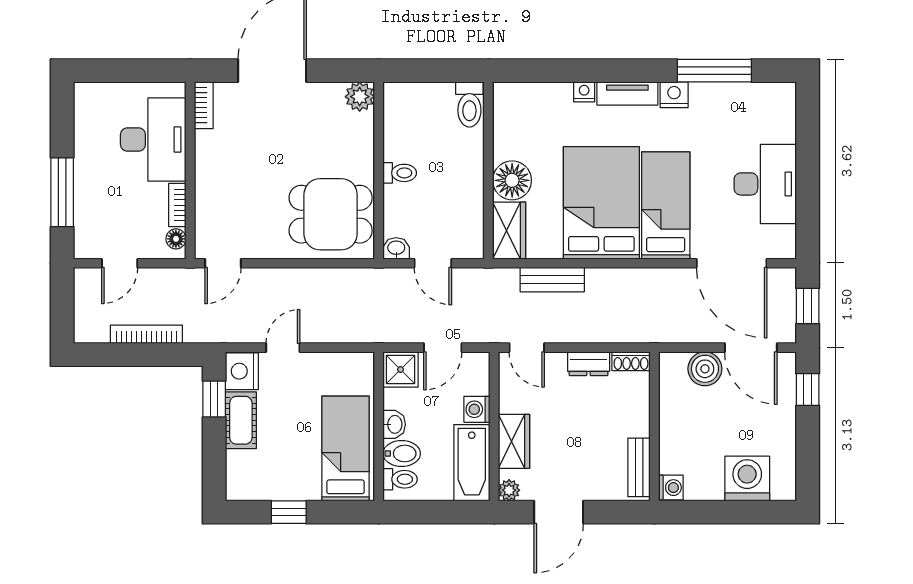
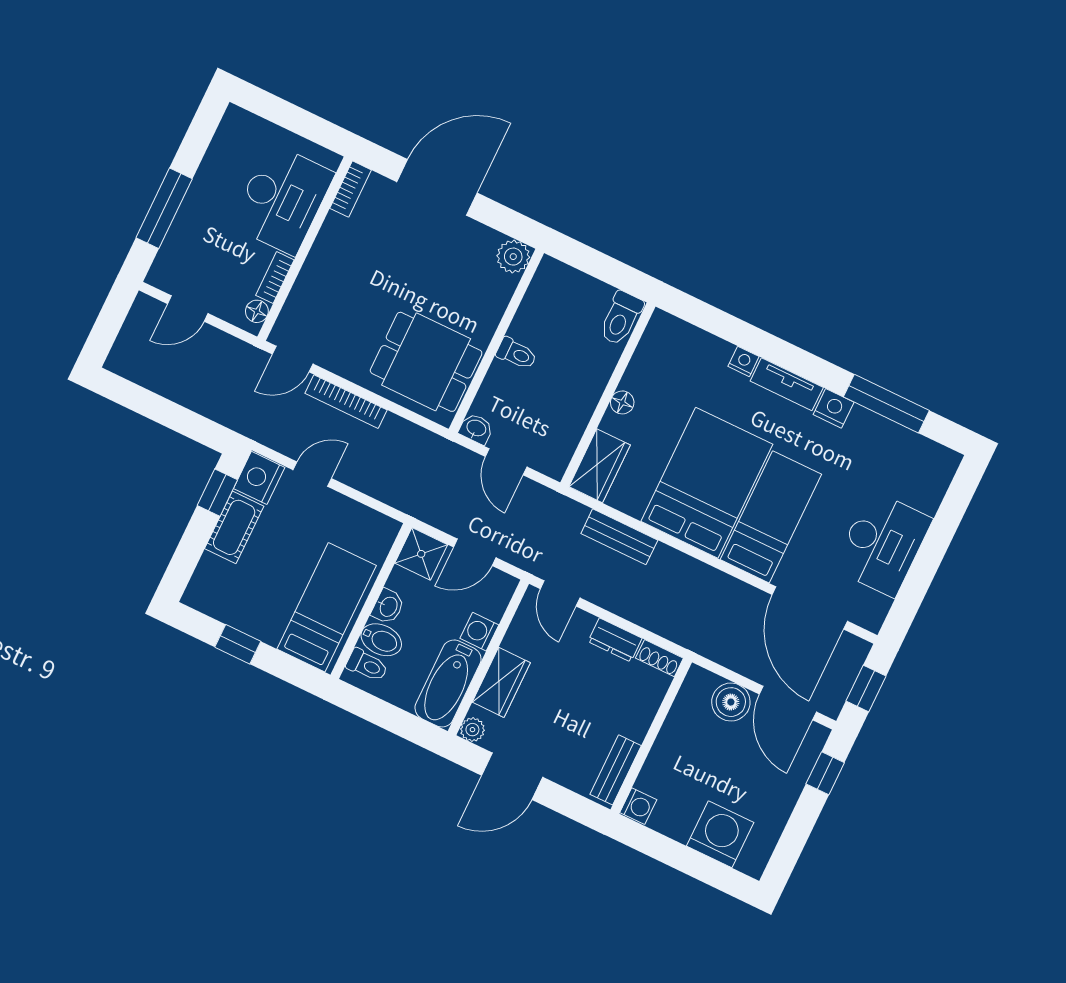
floor lamp: (512, 180) -> (622, 402), width x0.53, depth x0.53
bookcase: (146, 334) -> (346, 402), moved, turned 180

